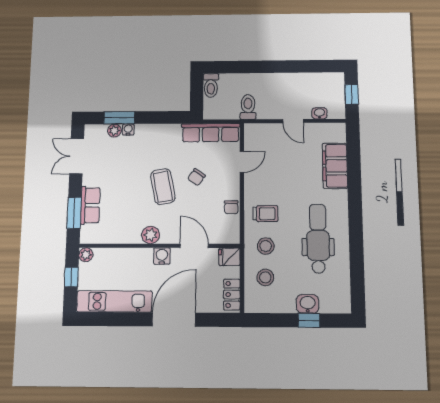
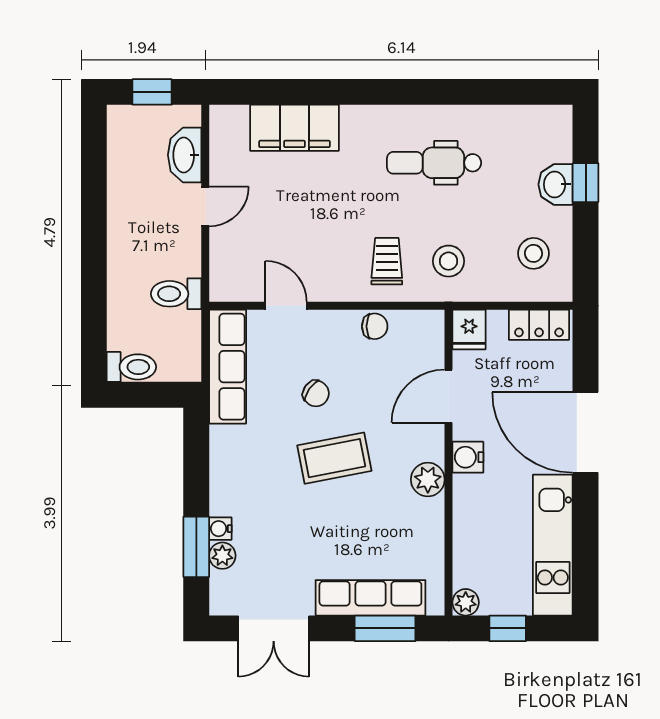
washbasin: (319, 113) -> (185, 155), width x1.91, depth x1.45
row of seats: (90, 205) -> (370, 598), width x1.48
dental chair: (318, 238) -> (434, 163), width x0.73, depth x0.72
stool: (265, 277) -> (533, 253), moved

